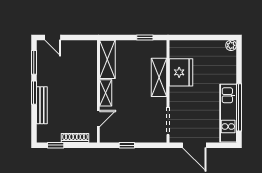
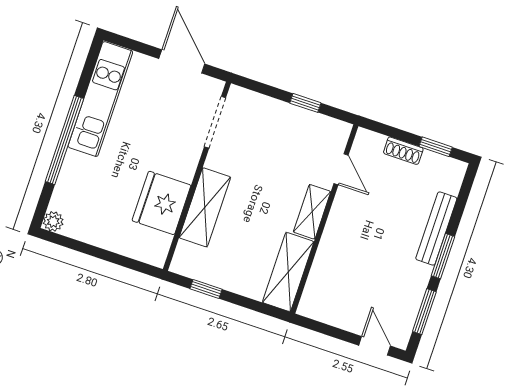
window: (239, 107) -> (65, 140), moved
door: (98, 118) -> (341, 169), swing flipped
shoe rack: (75, 138) -> (403, 151), width x0.70

